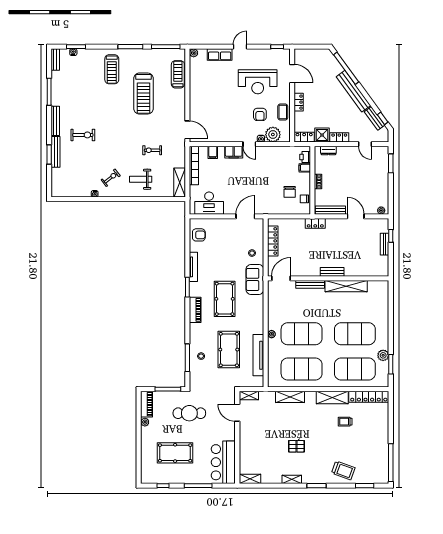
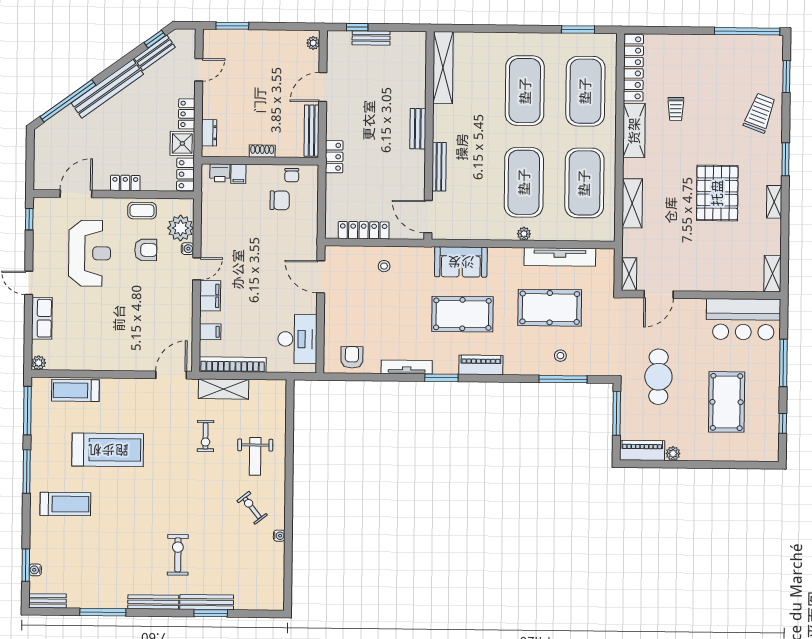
shelving: (180, 182) -> (224, 389), moved
sofa: (255, 279) -> (461, 262), moved
shelving: (346, 286) -> (443, 68), moved
plant: (383, 355) -> (562, 42), removed
pallet: (296, 446) -> (717, 193), width x2.05, depth x2.00

